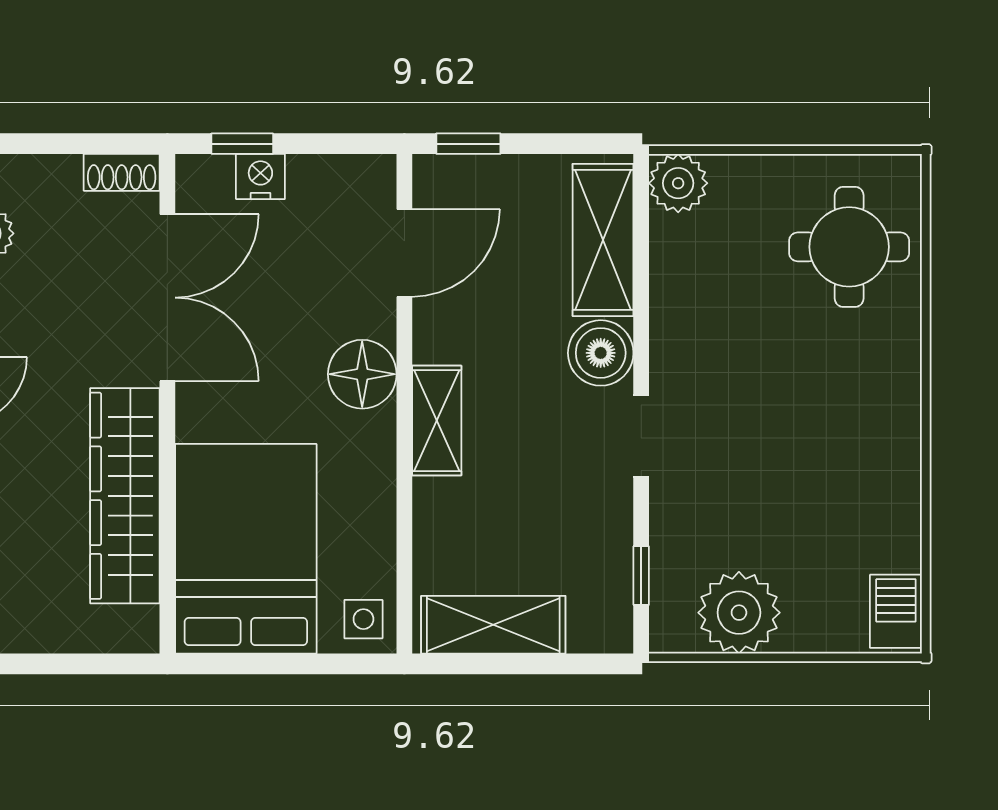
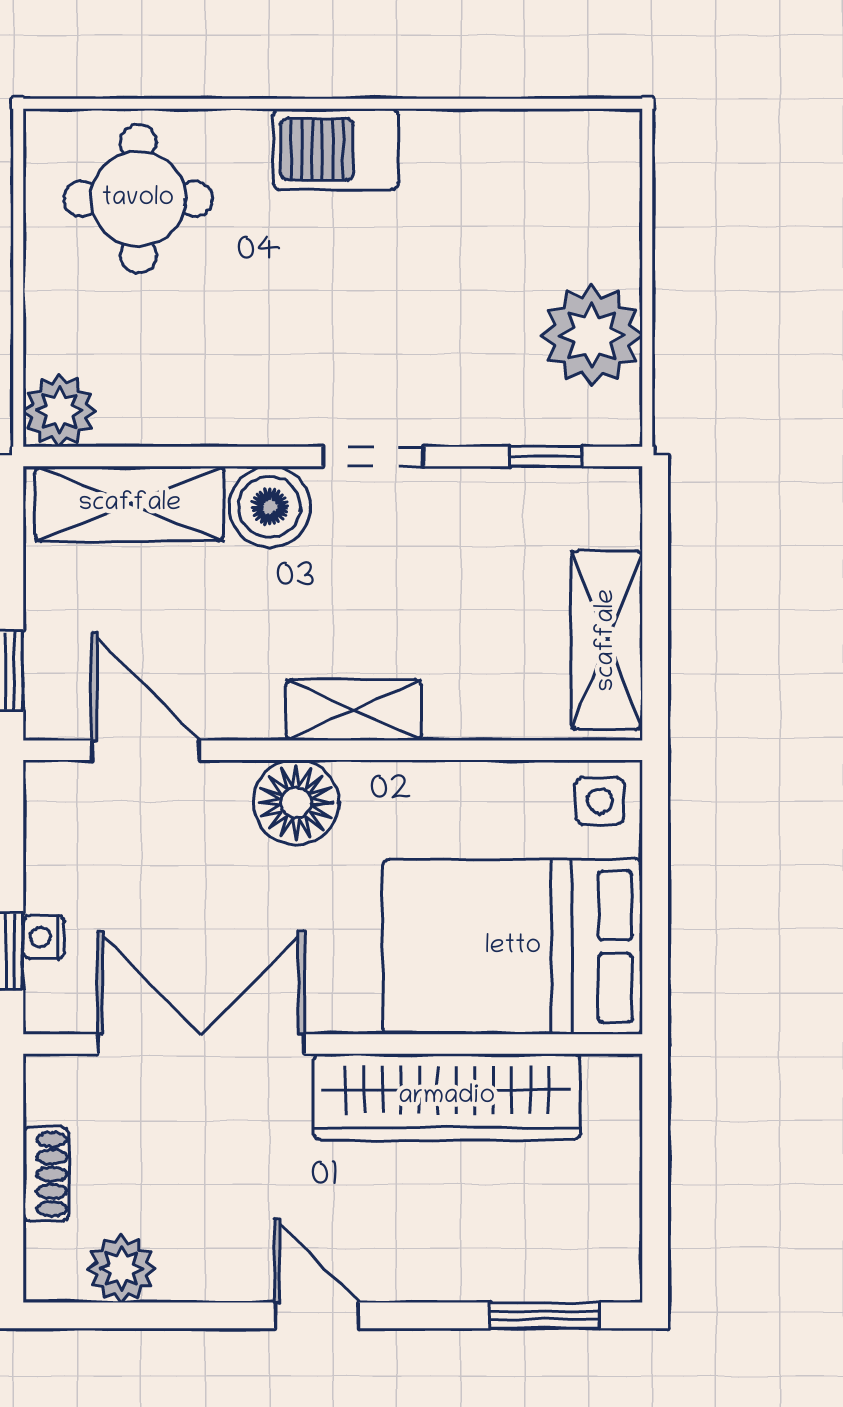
shoe rack: (122, 172) -> (46, 1174), moved
nightstand: (260, 177) -> (44, 937), width x0.72, depth x0.74
barbecue: (896, 611) -> (336, 149), moved, width x1.38, depth x1.27

